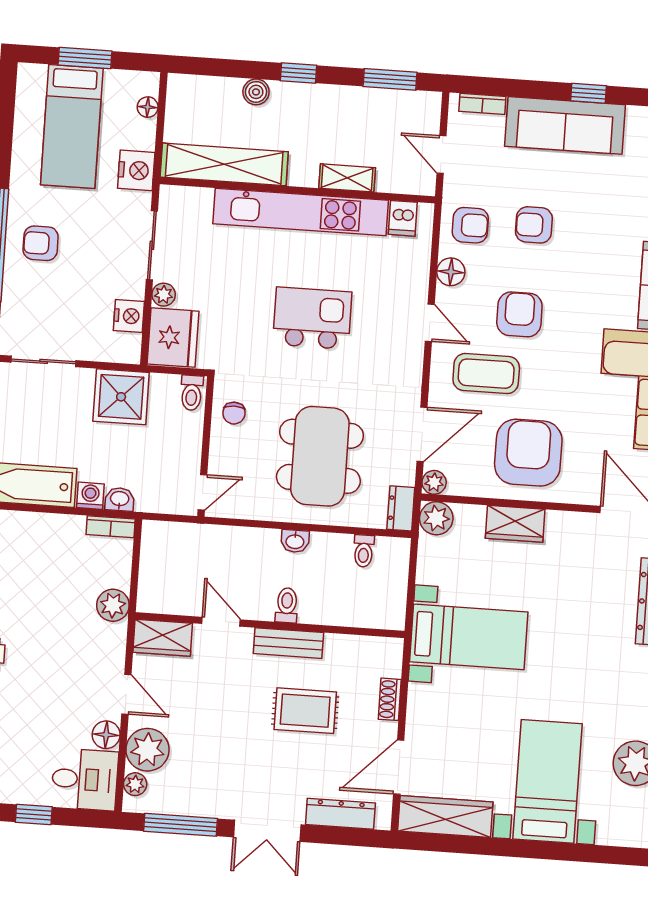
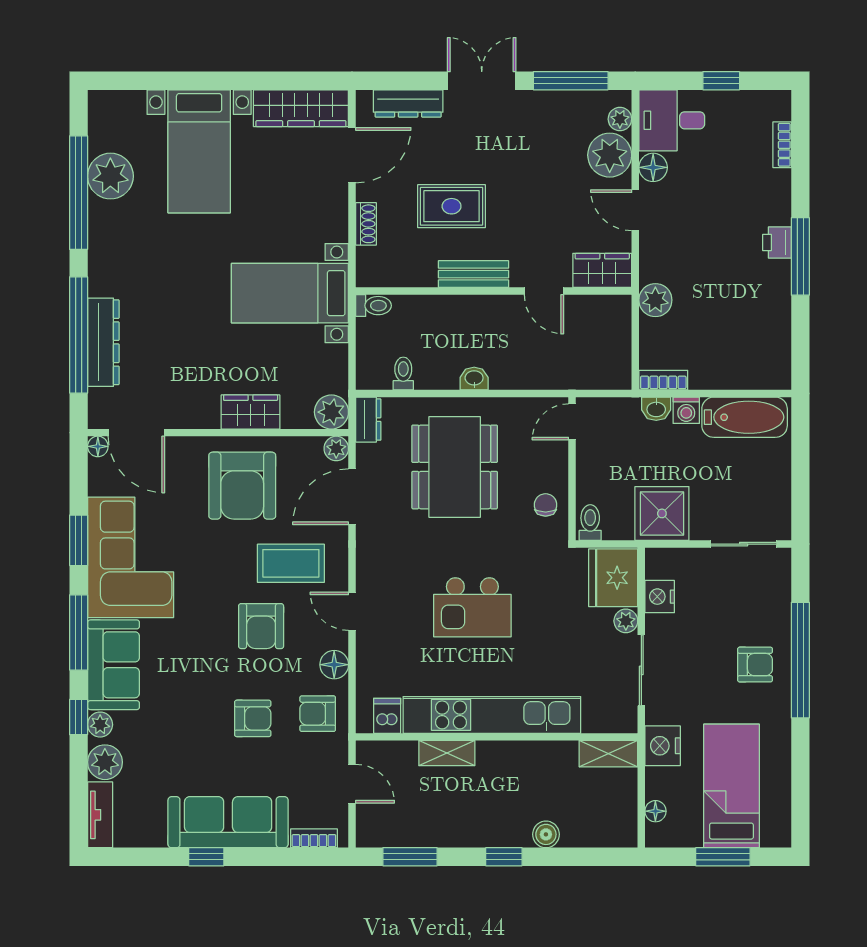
shelving: (224, 164) -> (608, 754), width x0.45, depth x0.75
toilet: (287, 605) -> (373, 306), moved, turned -90

